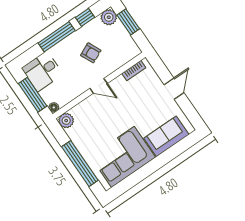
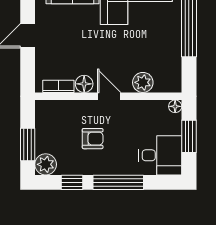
armchair: (91, 53) -> (93, 139), turned 115
floor lamp: (119, 83) -> (84, 84), added
window: (33, 95) -> (189, 136), width x0.69
plant: (66, 121) -> (143, 82), moved

